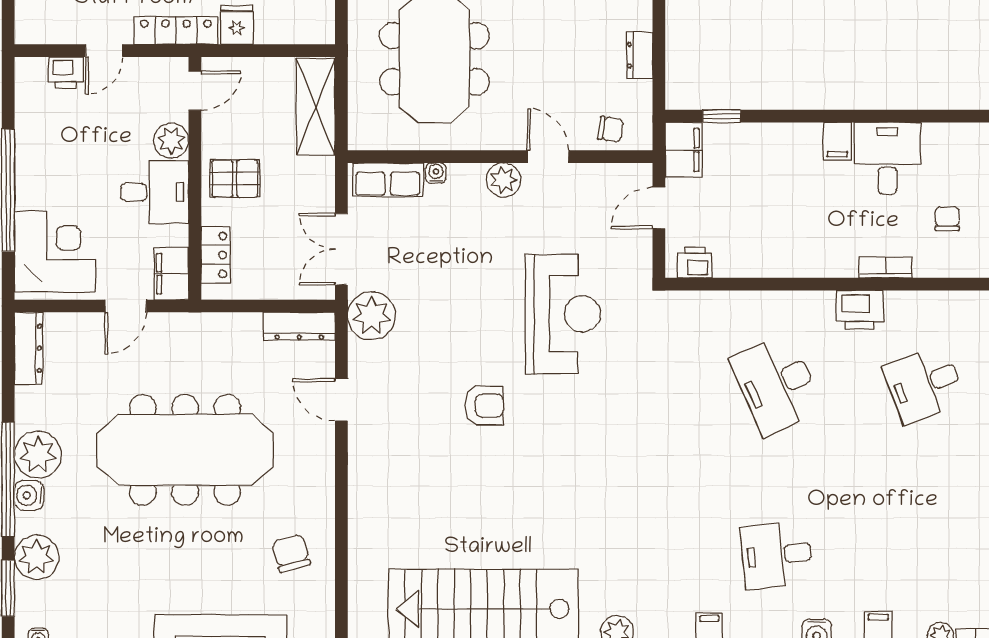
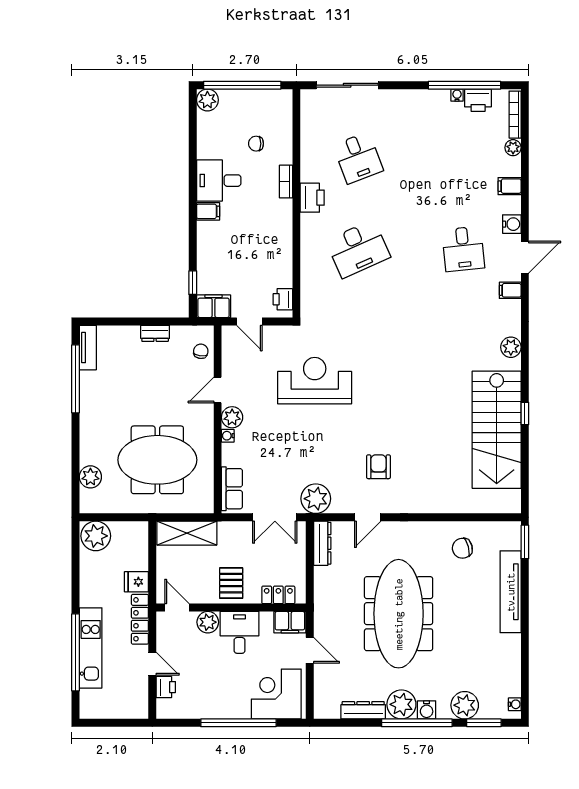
water cooler: (436, 173) -> (228, 436), moved
dresser: (28, 348) -> (363, 710), moved
armchair: (484, 406) -> (378, 467), moved

